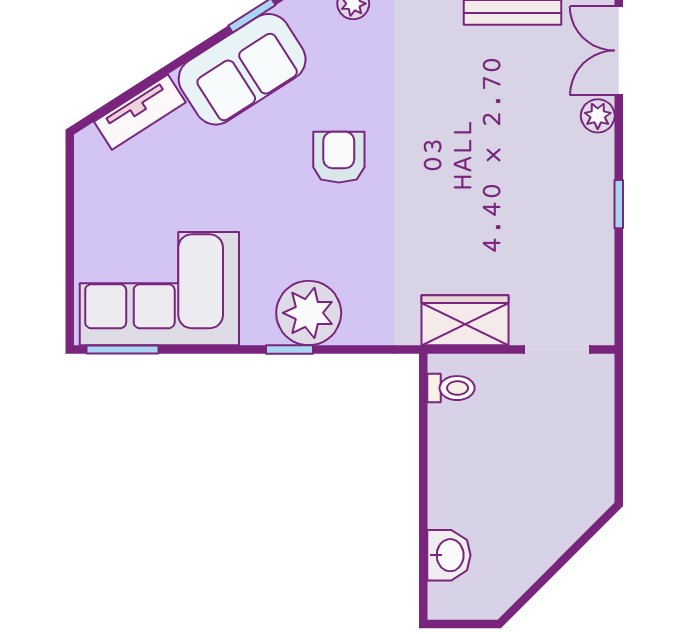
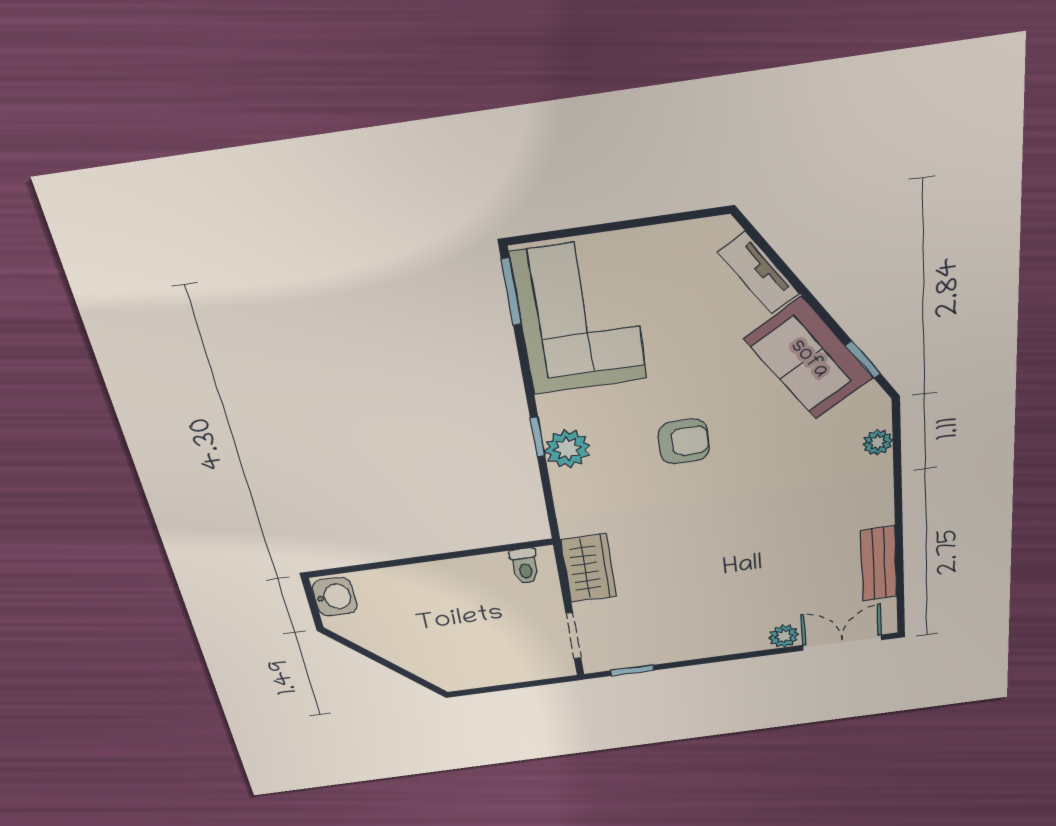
armchair: (339, 157) -> (684, 442), moved
window: (619, 204) -> (632, 670), moved
plant: (309, 313) -> (567, 449), width x0.73, depth x0.73
washbasin: (449, 555) -> (335, 597), moved, turned -90

